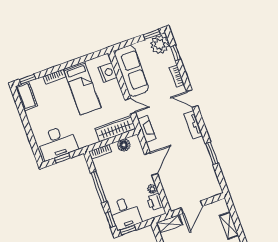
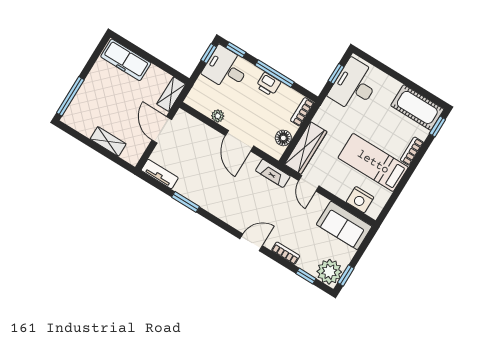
sofa: (131, 71) -> (344, 225), width x0.73
cot: (26, 96) -> (417, 107), width x1.37, depth x1.34
door: (130, 106) -> (309, 183), hinge flipped
tv unit: (193, 125) -> (160, 174), moved
printer: (155, 202) -> (268, 84), moved, turned 180

